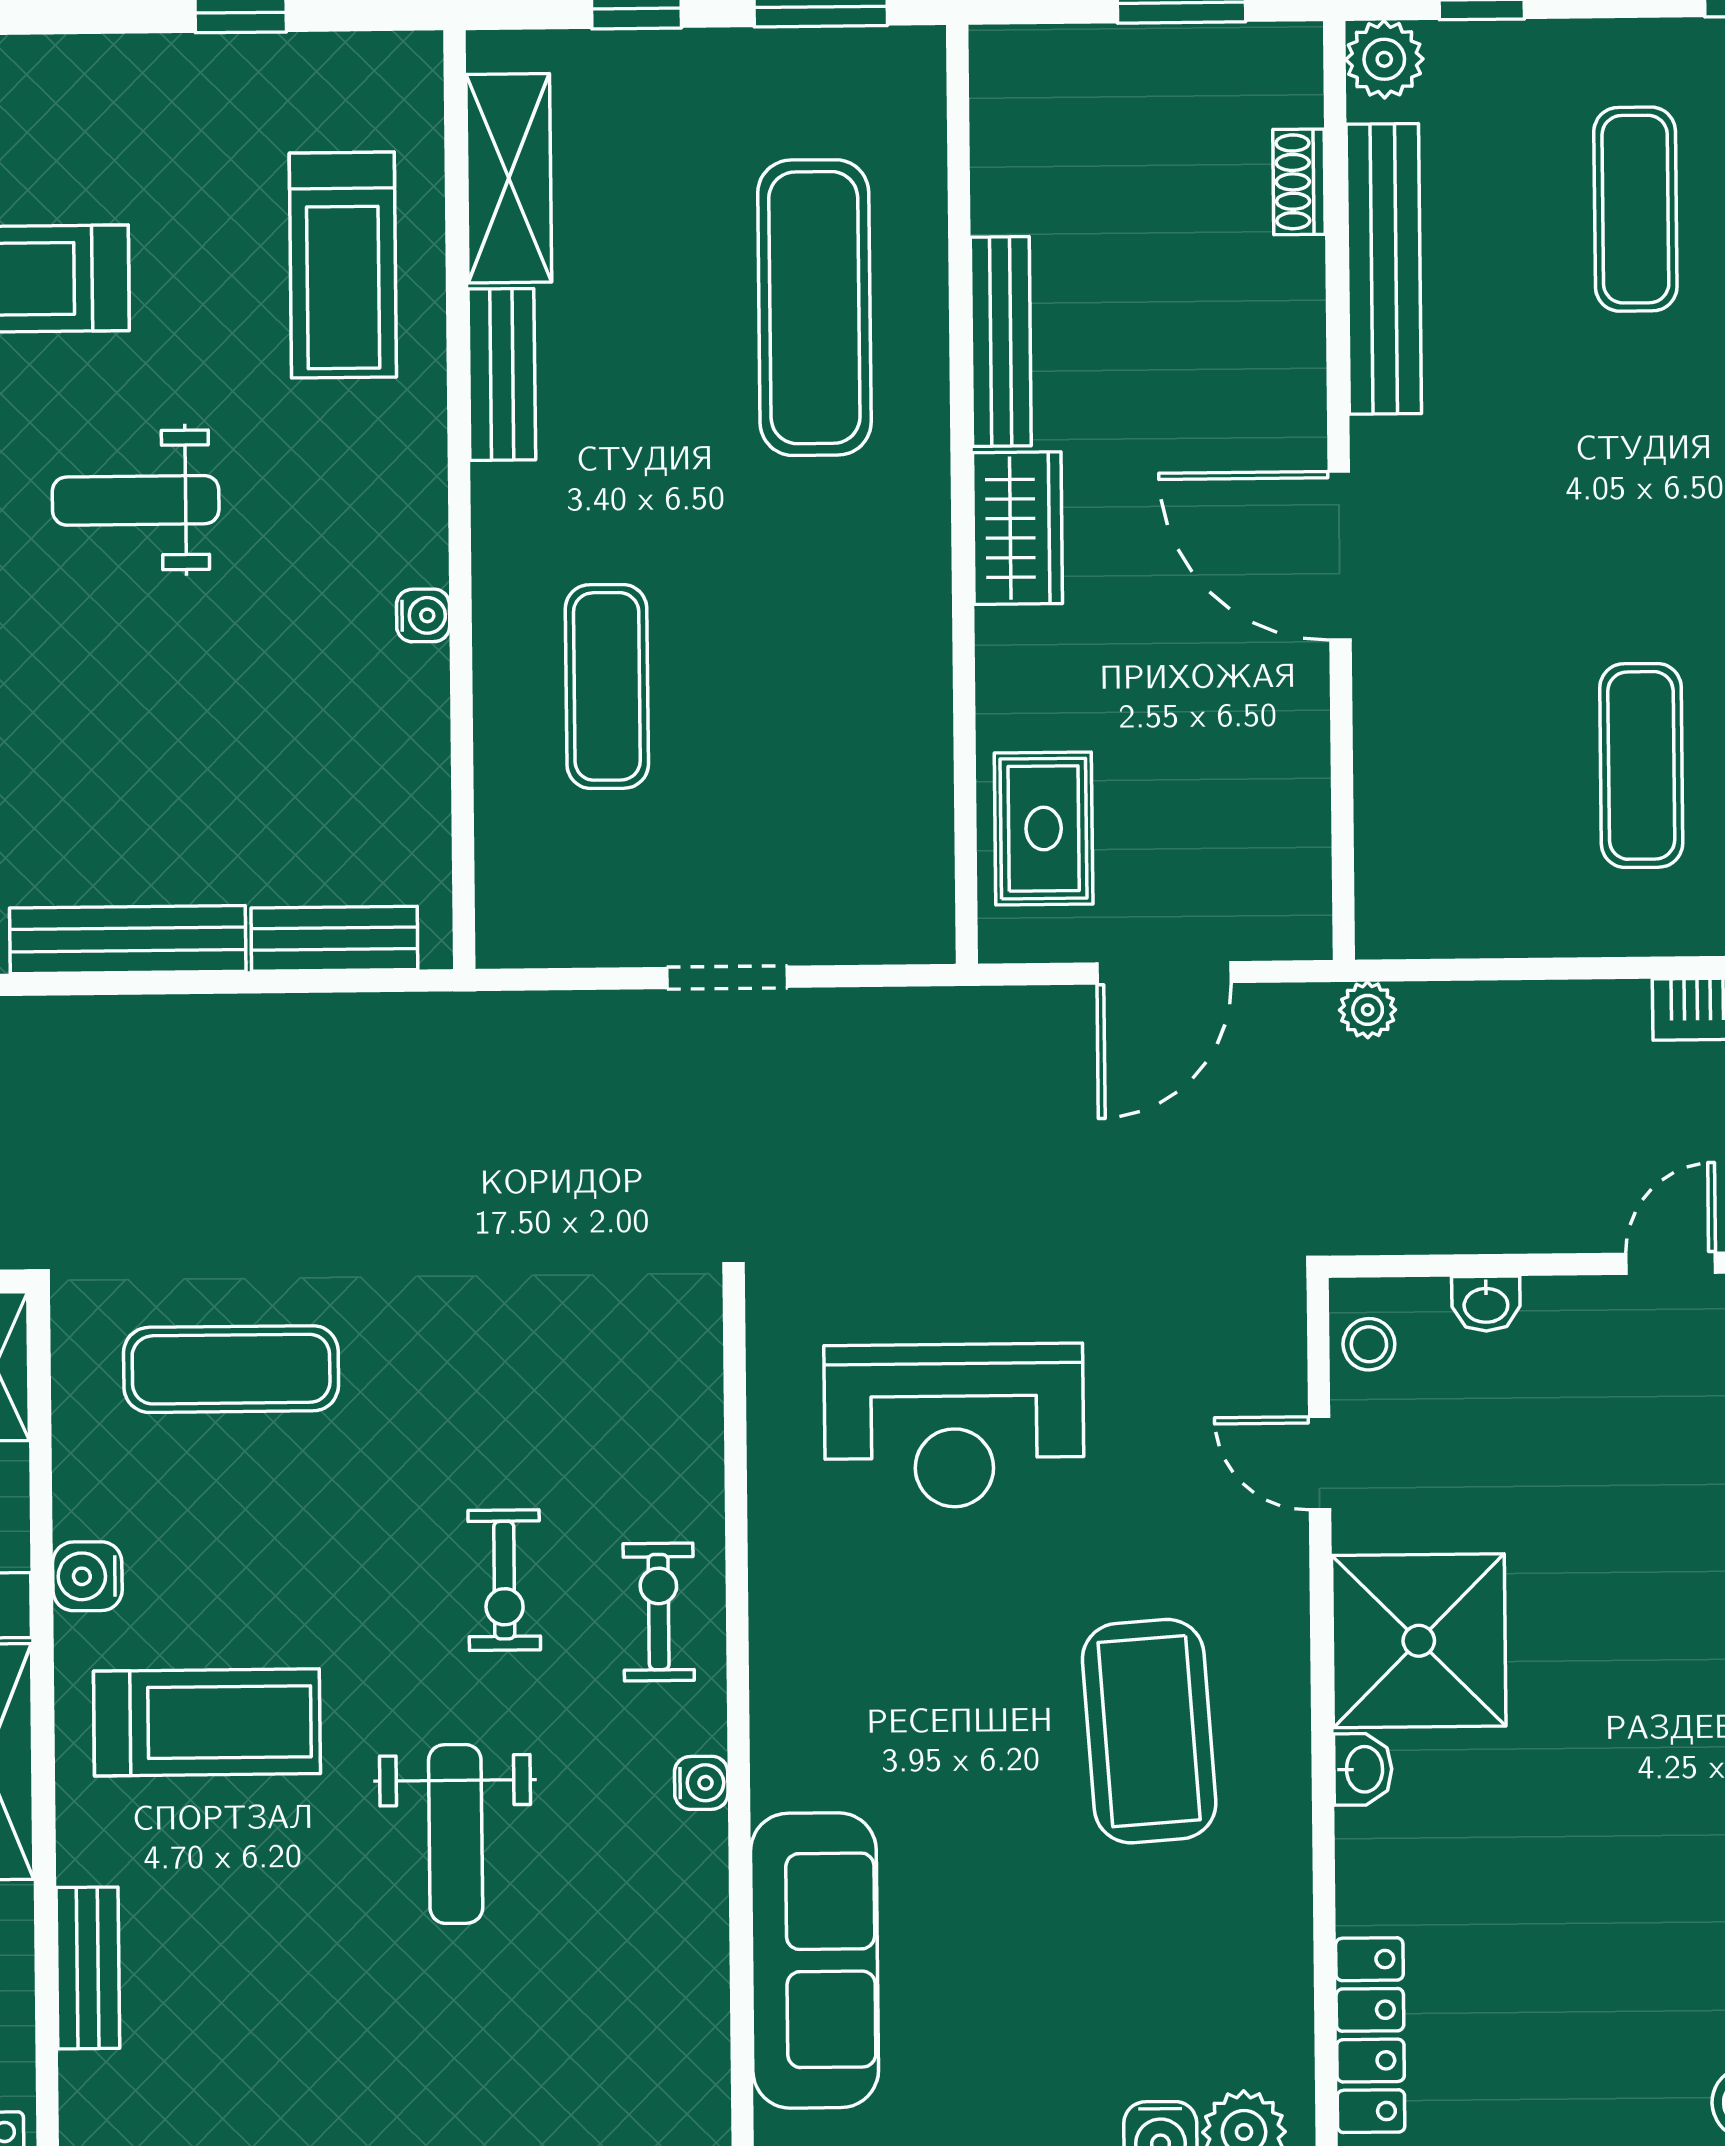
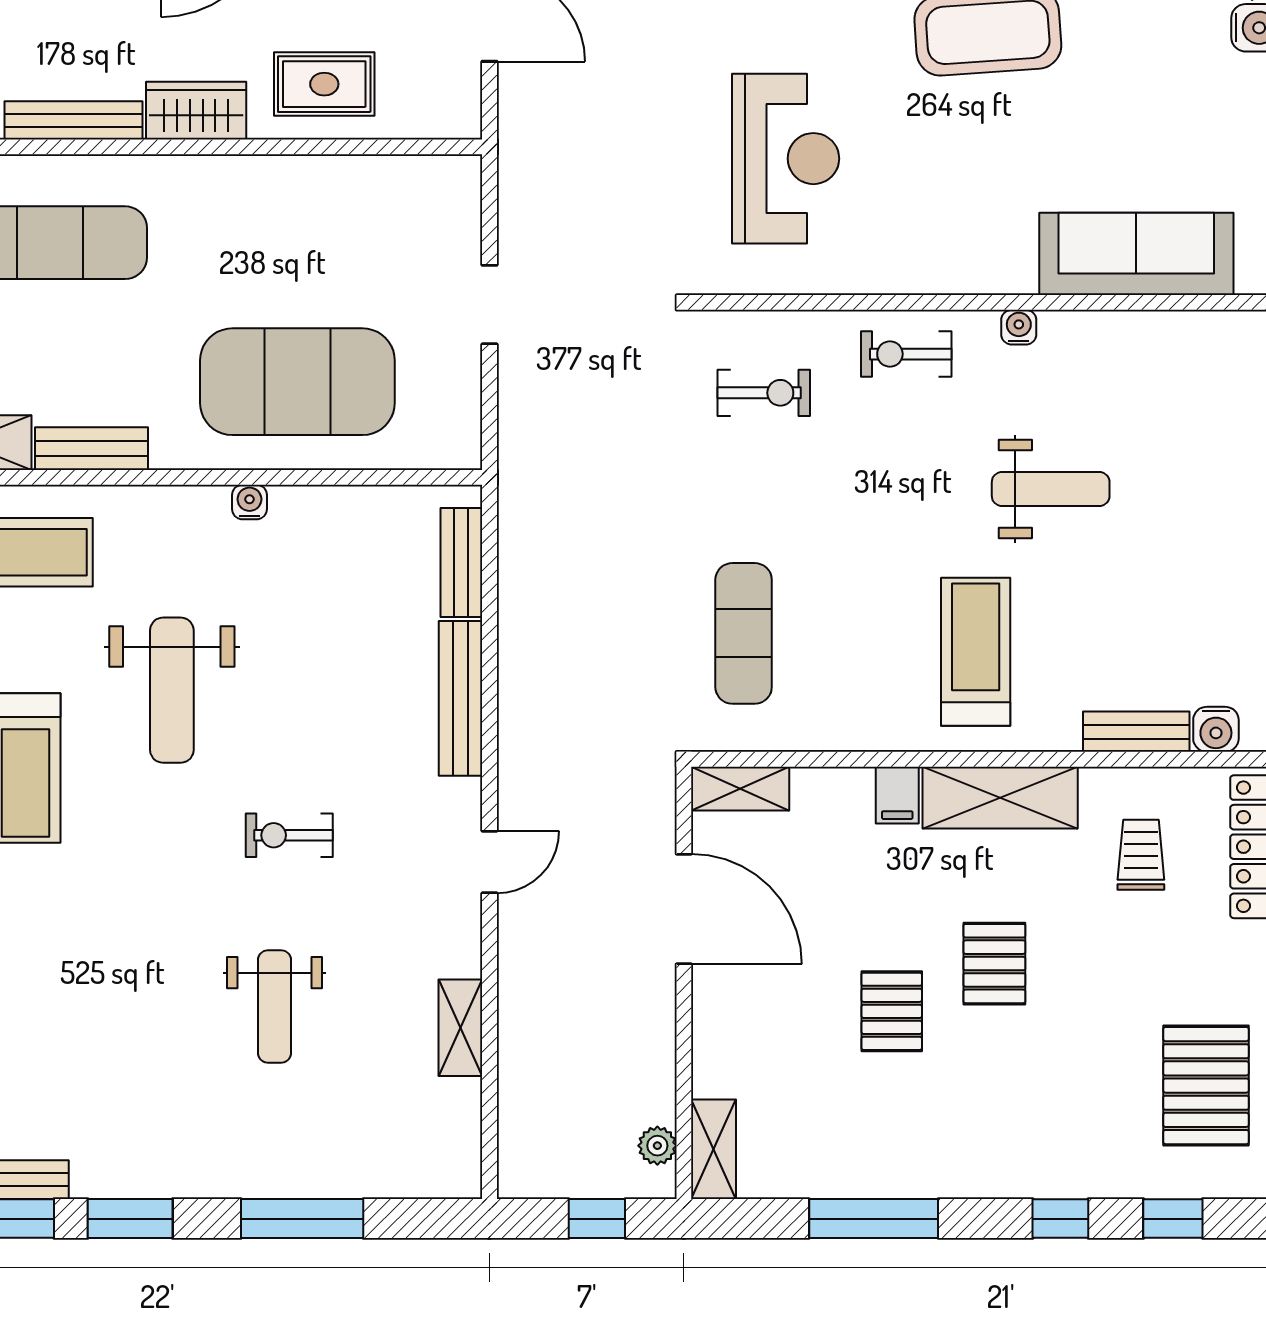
weight bench: (136, 500) -> (172, 690), width x1.36, depth x1.33
exercise mat: (607, 686) -> (297, 382), width x2.00, depth x1.45
rug: (1044, 829) -> (324, 84), moved
water cooler: (87, 1576) -> (1216, 729), moved
exercise bike: (504, 1580) -> (764, 393), moved

